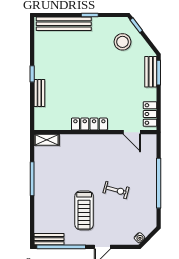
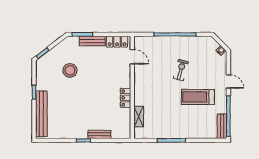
stool: (122, 42) -> (70, 70), moved
bench: (151, 72) -> (92, 41), moved
locker: (89, 124) -> (125, 98), width x0.66
door: (132, 132) -> (132, 57), hinge flipped
shelving: (47, 140) -> (139, 117), moved
treadmill: (84, 210) -> (198, 97), turned 180

